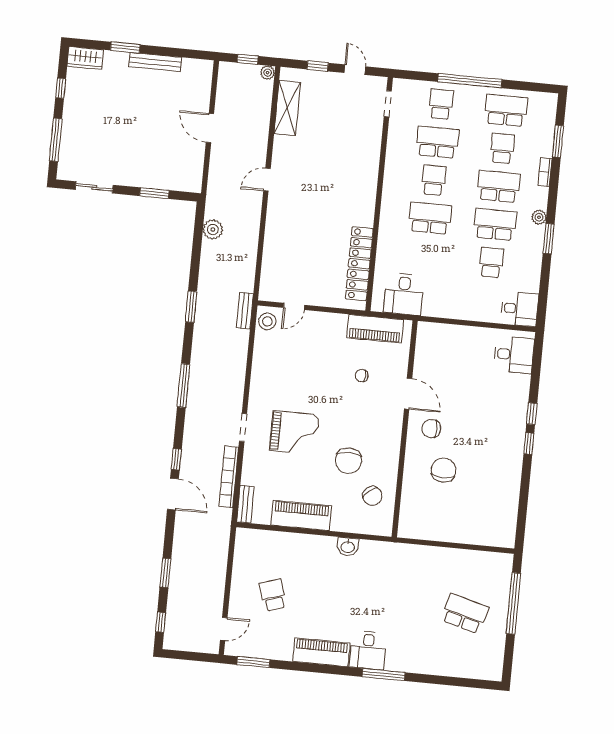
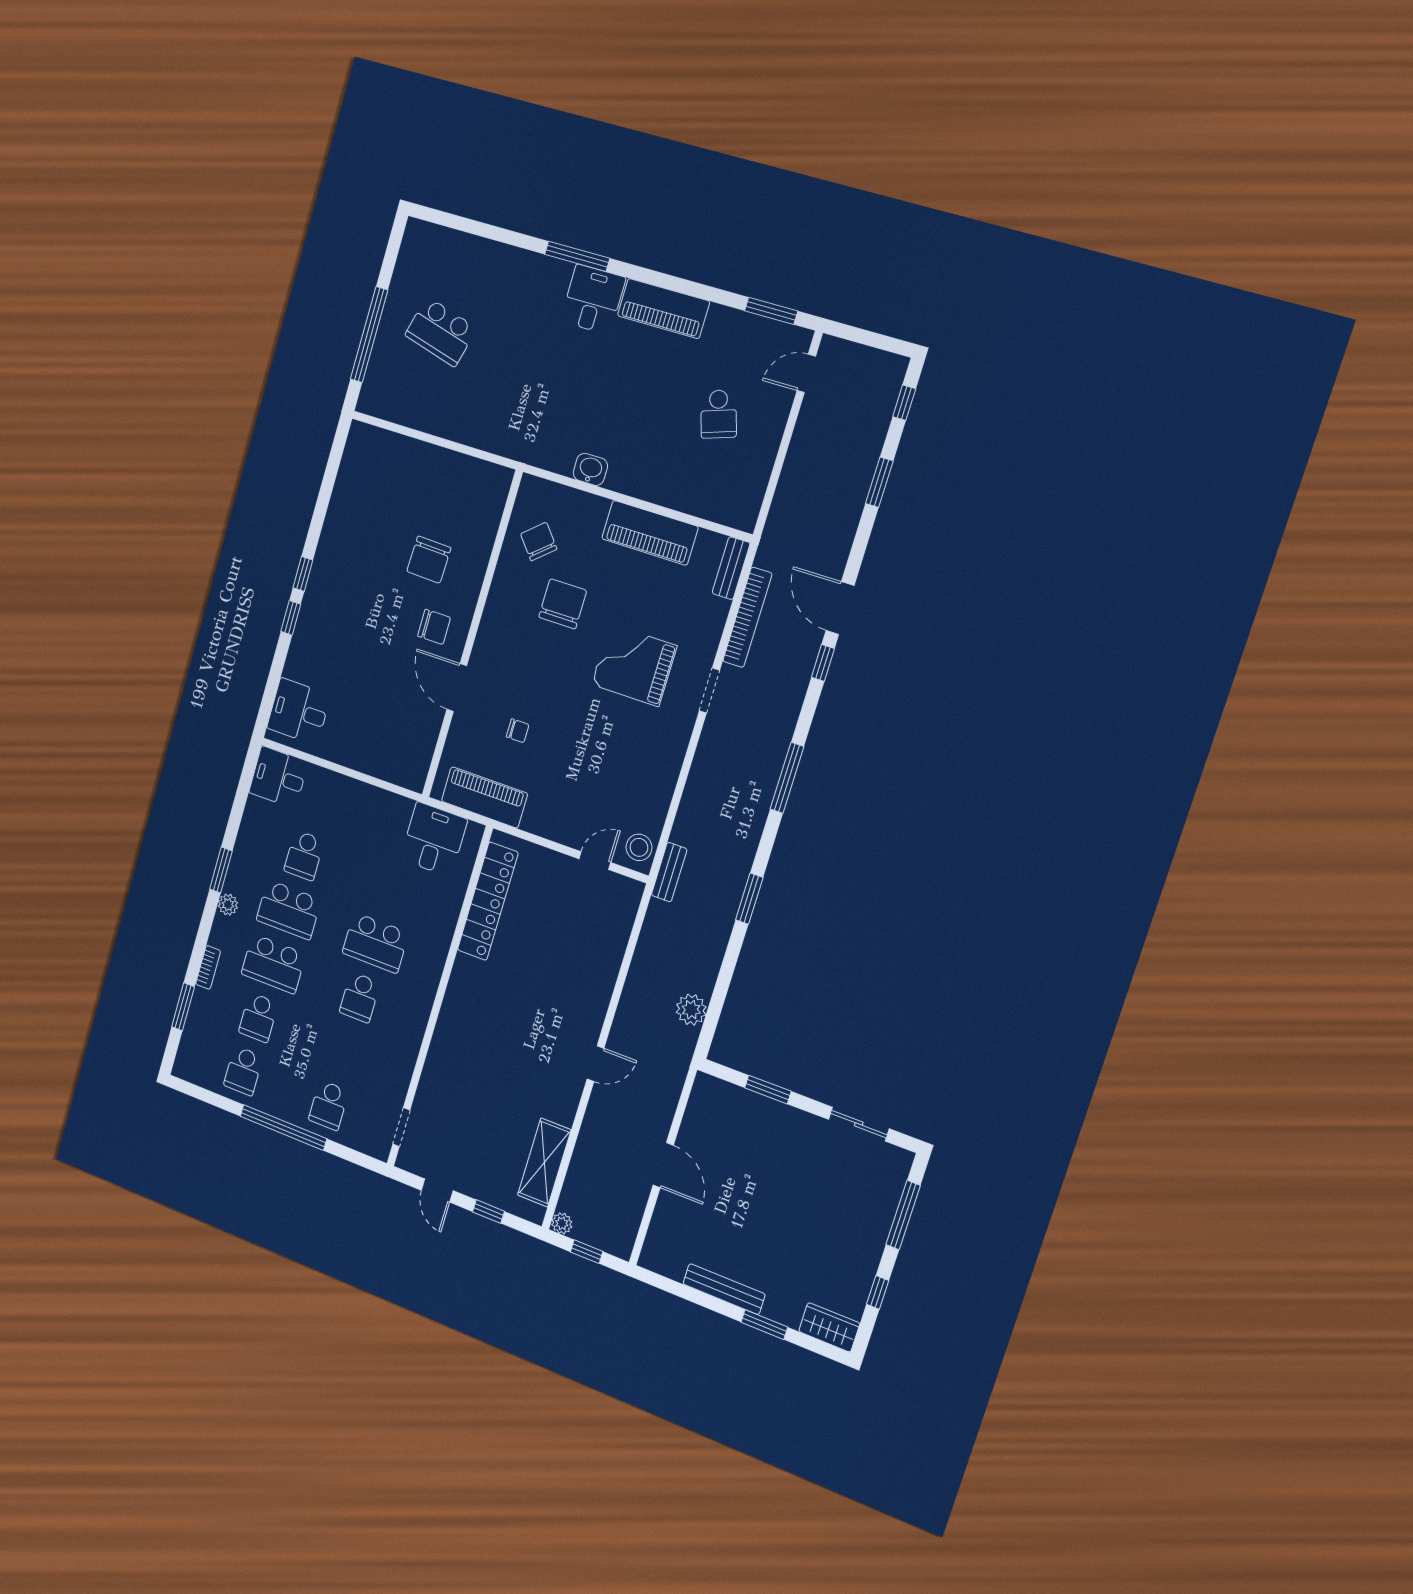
school desk: (506, 110) -> (243, 1071), width x0.54
school desk: (437, 142) -> (344, 1051), removed

